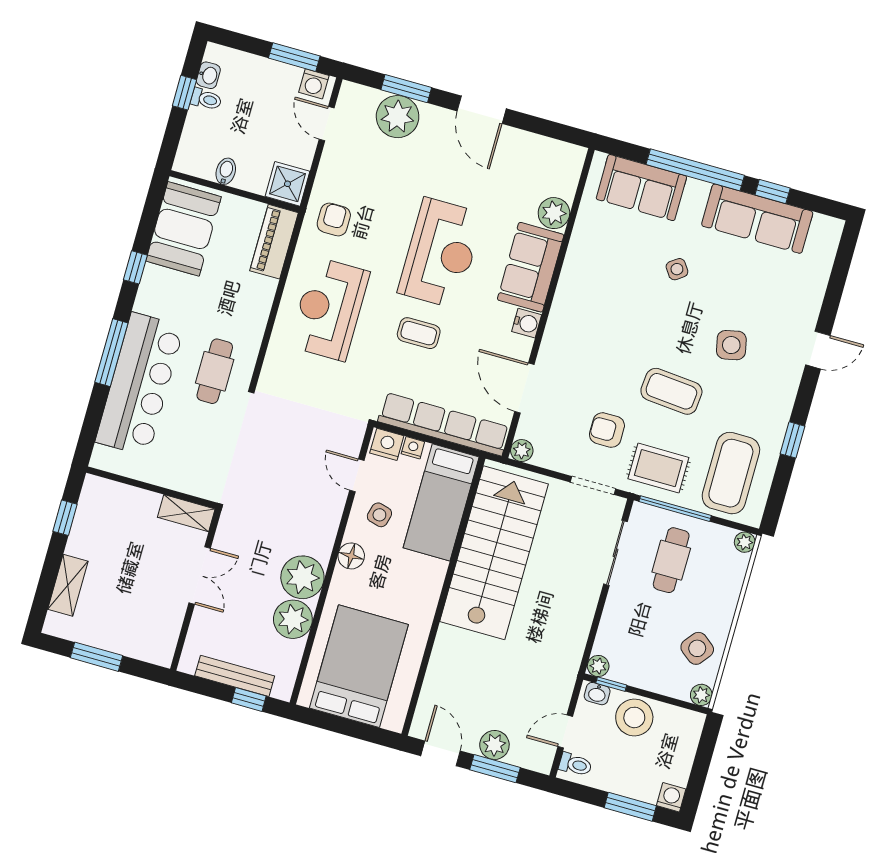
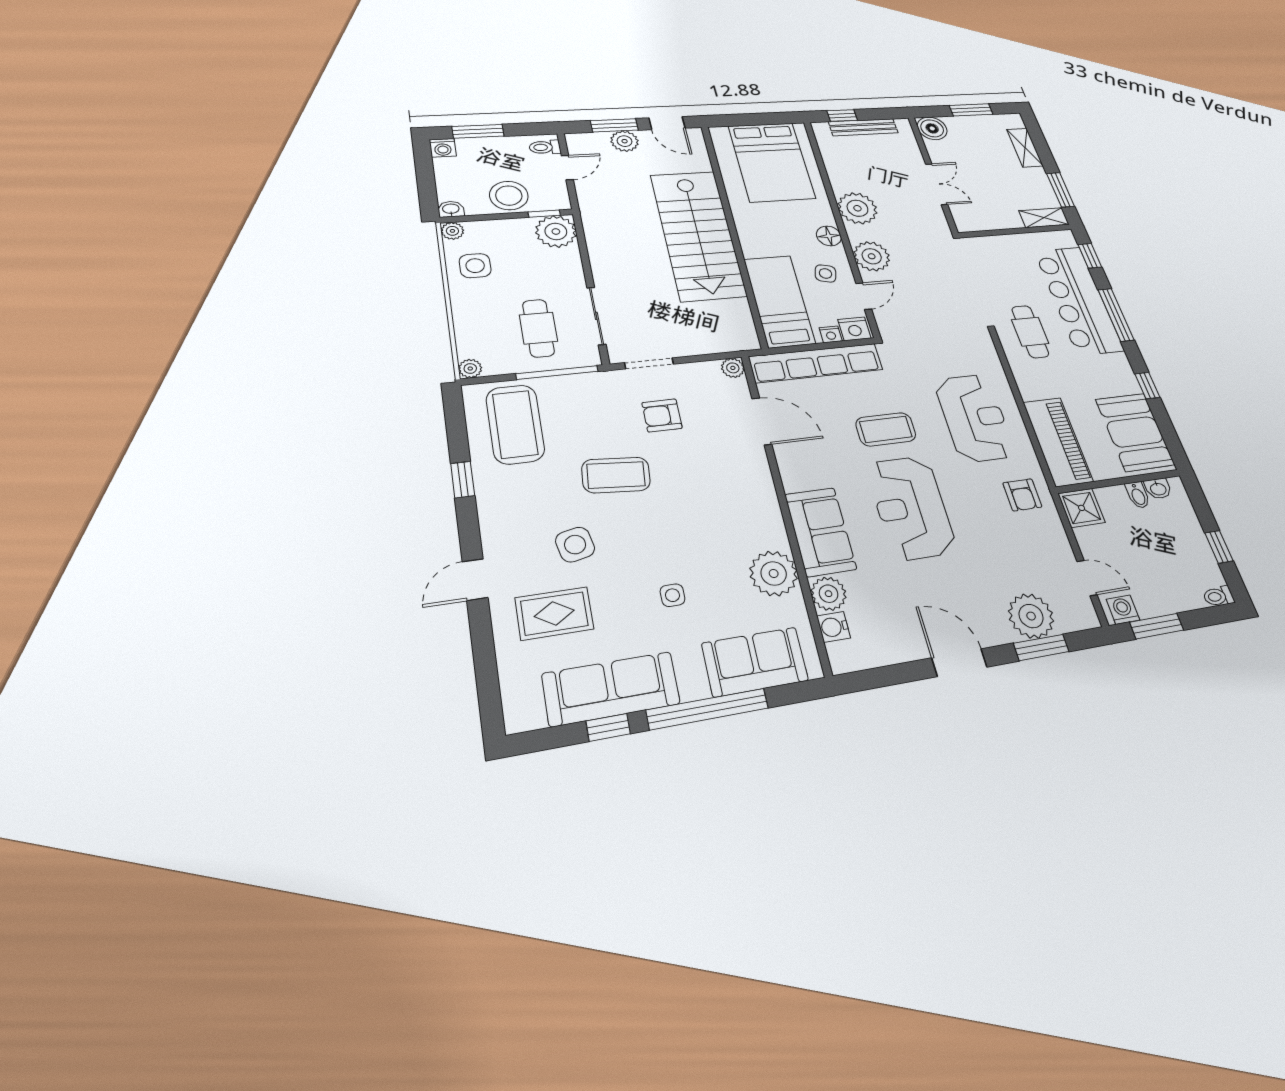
washbasin: (208, 75) -> (1158, 489), moved, turned -90
toilet: (206, 99) -> (1218, 596), moved
piano: (274, 242) -> (1058, 442), width x1.37, depth x1.33
plant: (589, 250) -> (774, 573), added
side table: (677, 269) -> (672, 595), turned 35
water cooler: (527, 323) -> (834, 627), moved
coffee table: (419, 333) -> (886, 429), width x1.36, depth x1.30
window: (90, 428) -> (1090, 256), added
armchair: (607, 430) -> (662, 415), turned 180
rug: (658, 468) -> (554, 613), moved
door: (357, 475) -> (864, 296), hinge flipped
shelving: (186, 513) -> (1044, 218), moved
window: (65, 518) -> (1061, 190), width x1.50
stairs: (494, 553) -> (698, 235), moved
double door: (200, 576) -> (936, 184), swing flipped
plant: (293, 619) -> (872, 256), moved
boiler: (158, 648) -> (932, 128), added
side table: (697, 648) -> (475, 266), turned -38
plant: (598, 666) -> (556, 231), width x1.88, depth x1.88
washbasin: (597, 694) -> (451, 209), moved

